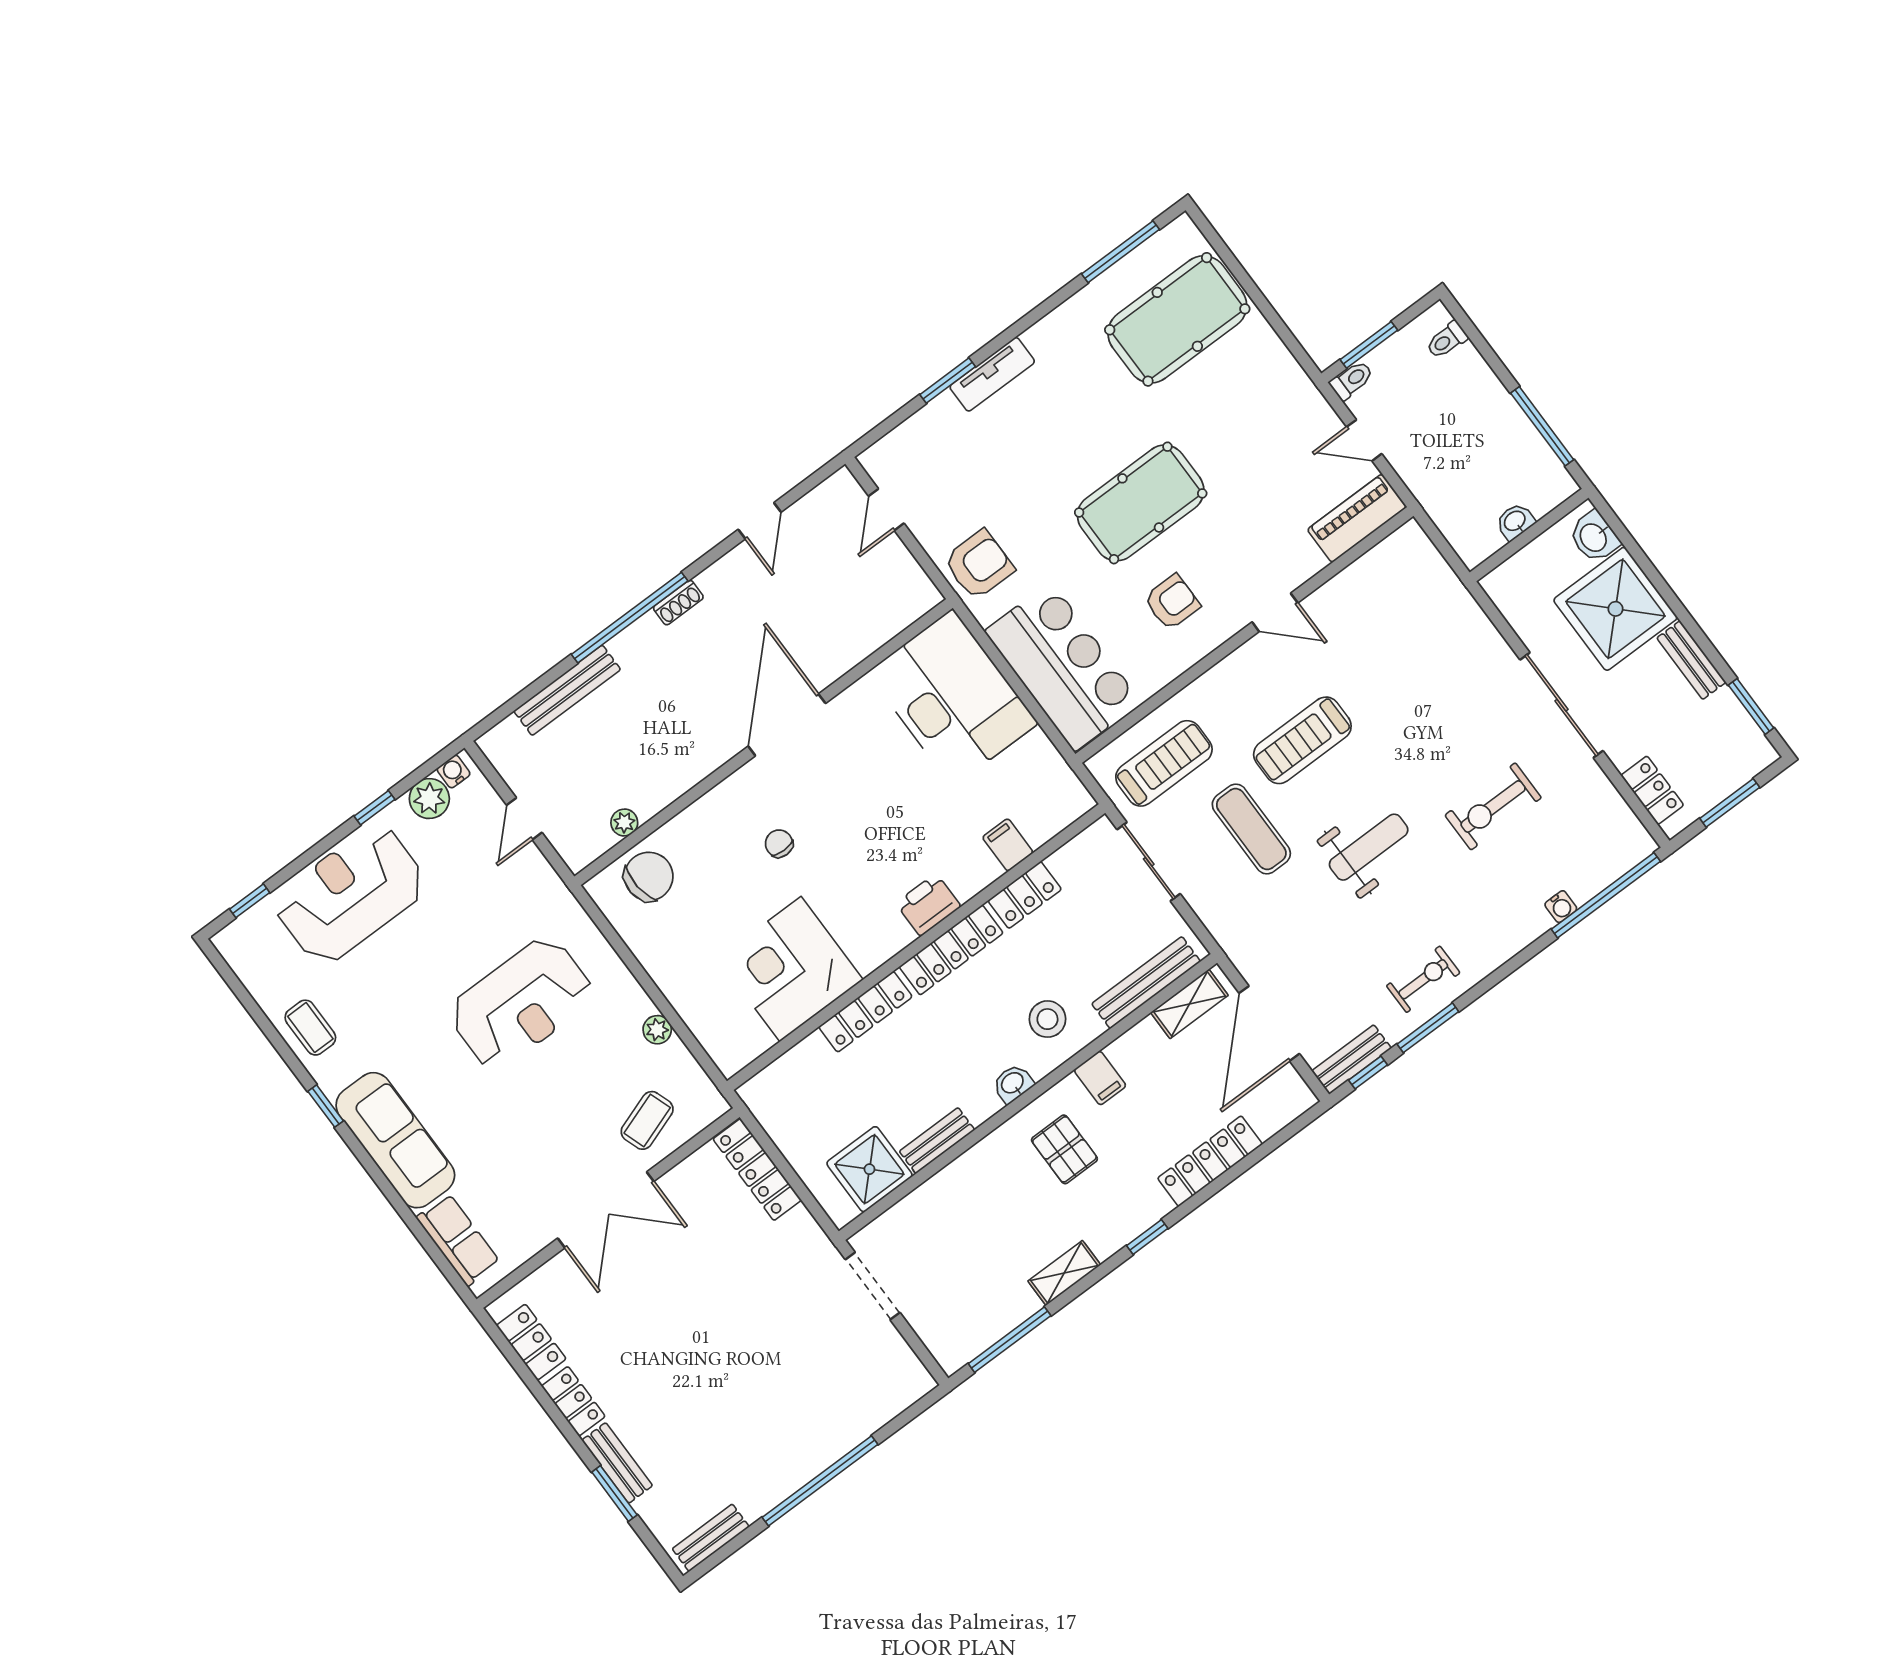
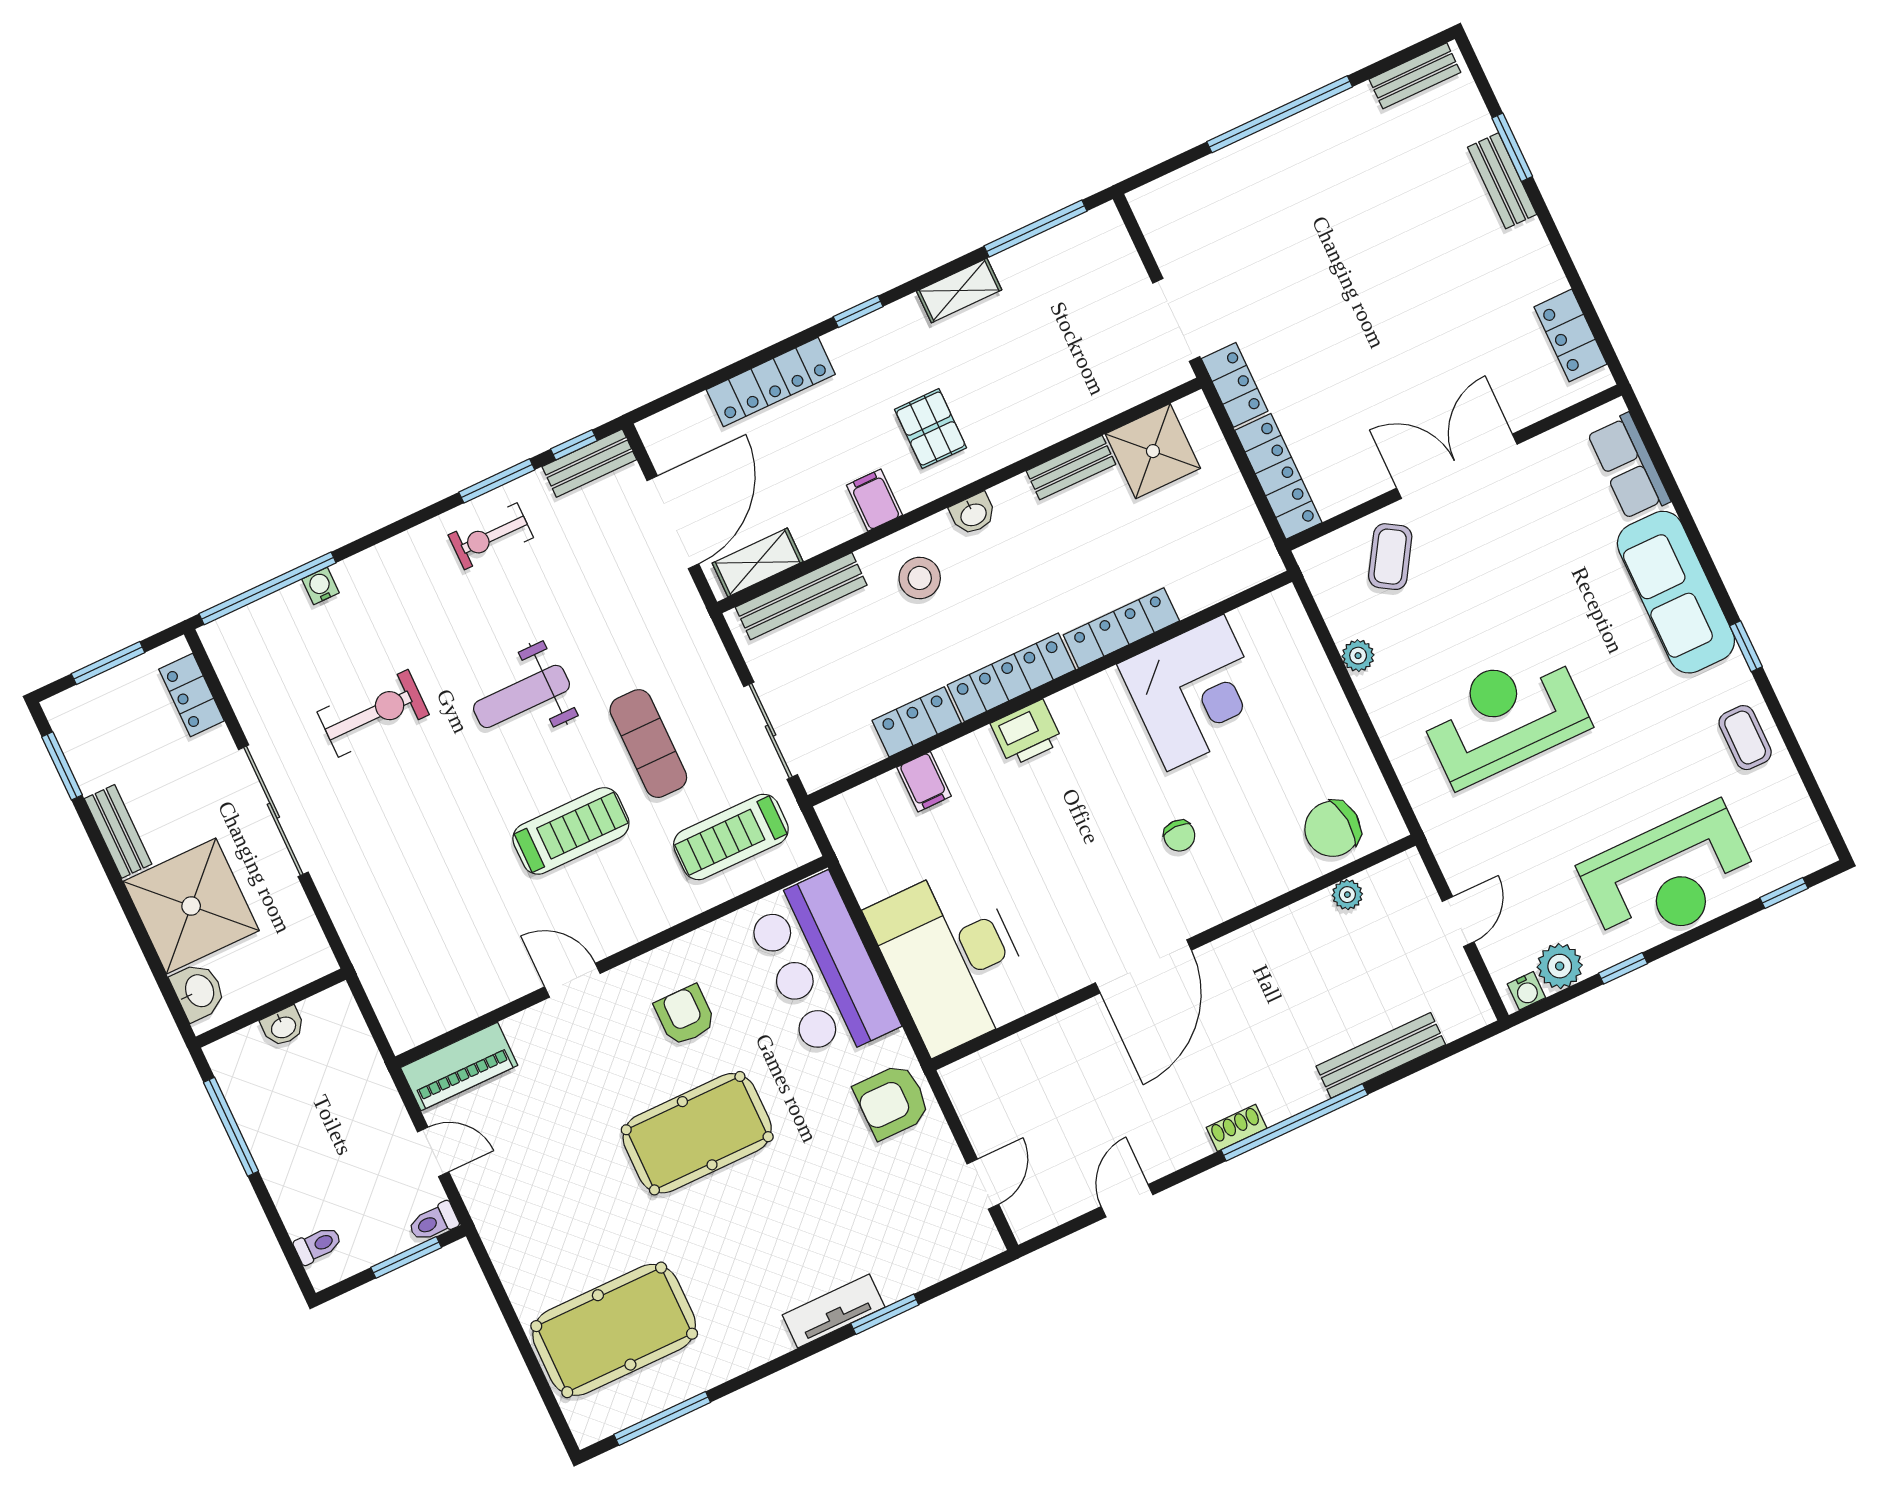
armchair: (1172, 602) -> (685, 1015), turned 90
coffee table: (647, 1120) -> (1390, 557), turned -39
locker: (573, 1401) -> (1235, 385), moved, turned 180

